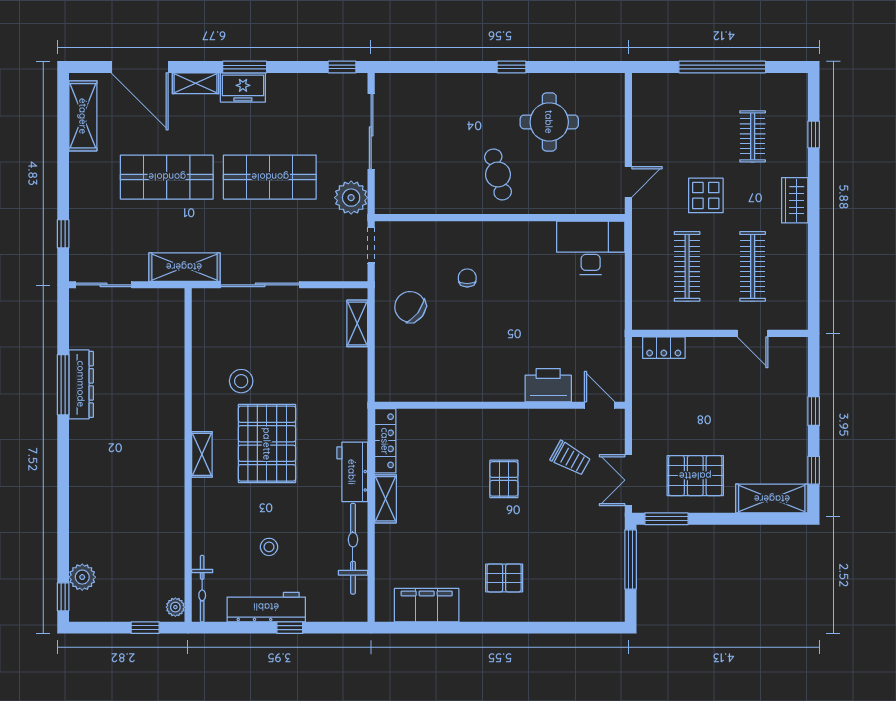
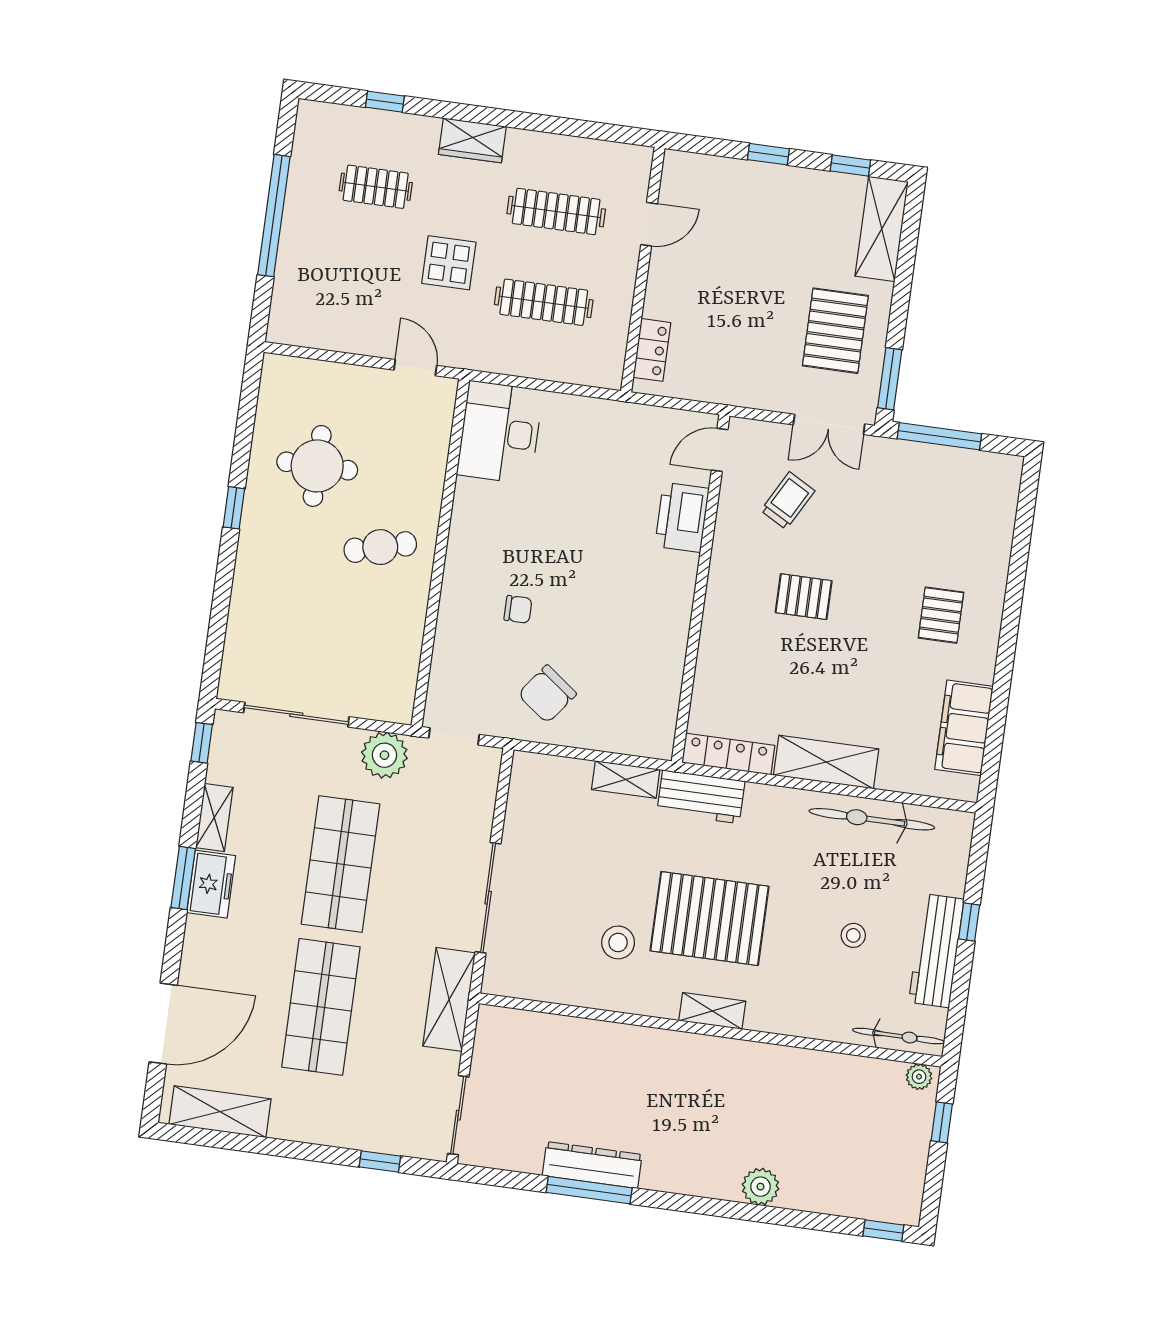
shelving: (195, 83) -> (214, 817), moved
chair: (467, 278) -> (518, 609), turned 180
shelving: (357, 323) -> (626, 780), moved
workbench: (352, 472) -> (701, 797), moved
shelving: (385, 499) -> (826, 762), width x1.50, depth x1.33
plant: (82, 577) -> (761, 1187), moved

